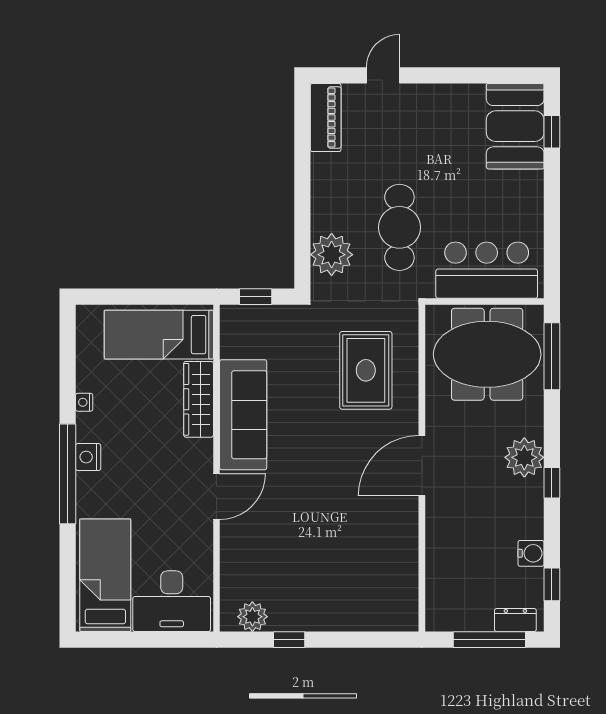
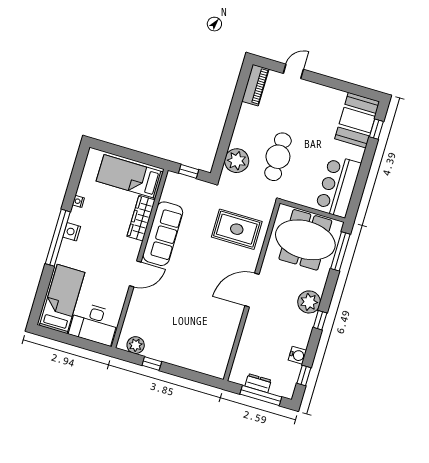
bar counter: (487, 270) -> (338, 186), moved, turned -90
rug: (366, 370) -> (237, 229), turned 90
dresser: (515, 620) -> (258, 383), moved

